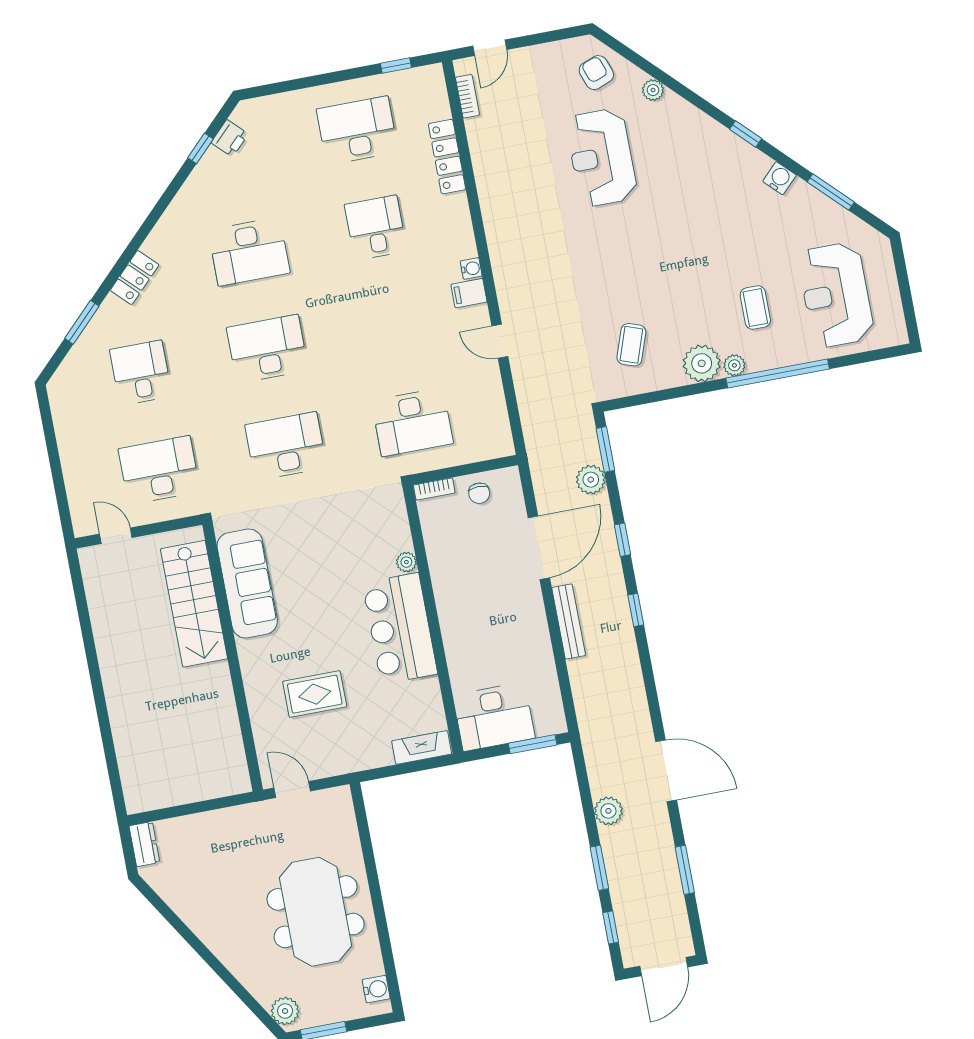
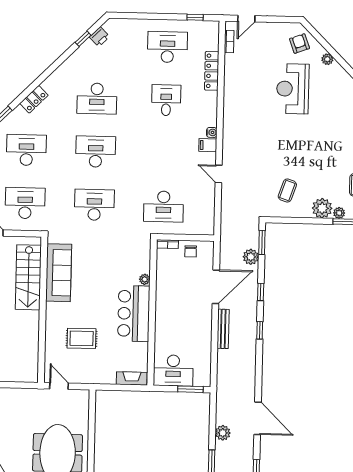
desk: (141, 373) -> (26, 150), width x1.37

